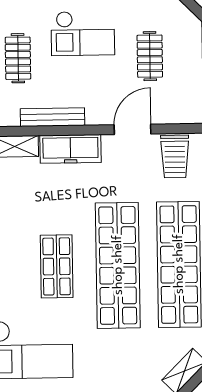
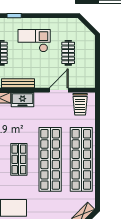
checkout: (83, 33) -> (34, 41), turned 180
freezer: (70, 149) -> (23, 100), width x0.71

